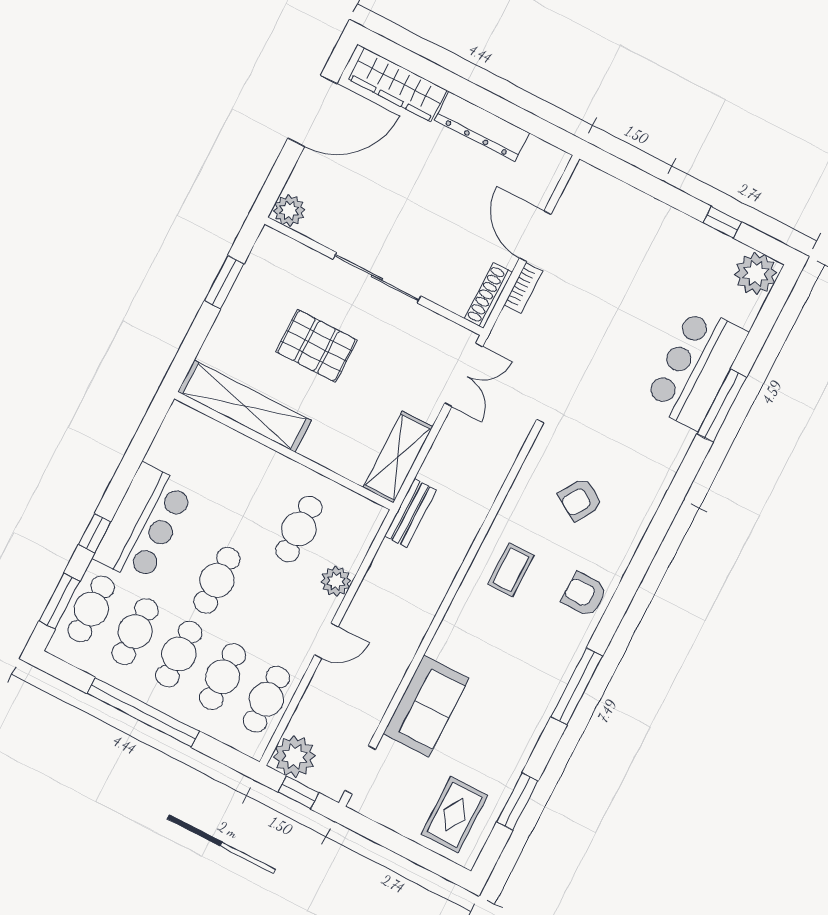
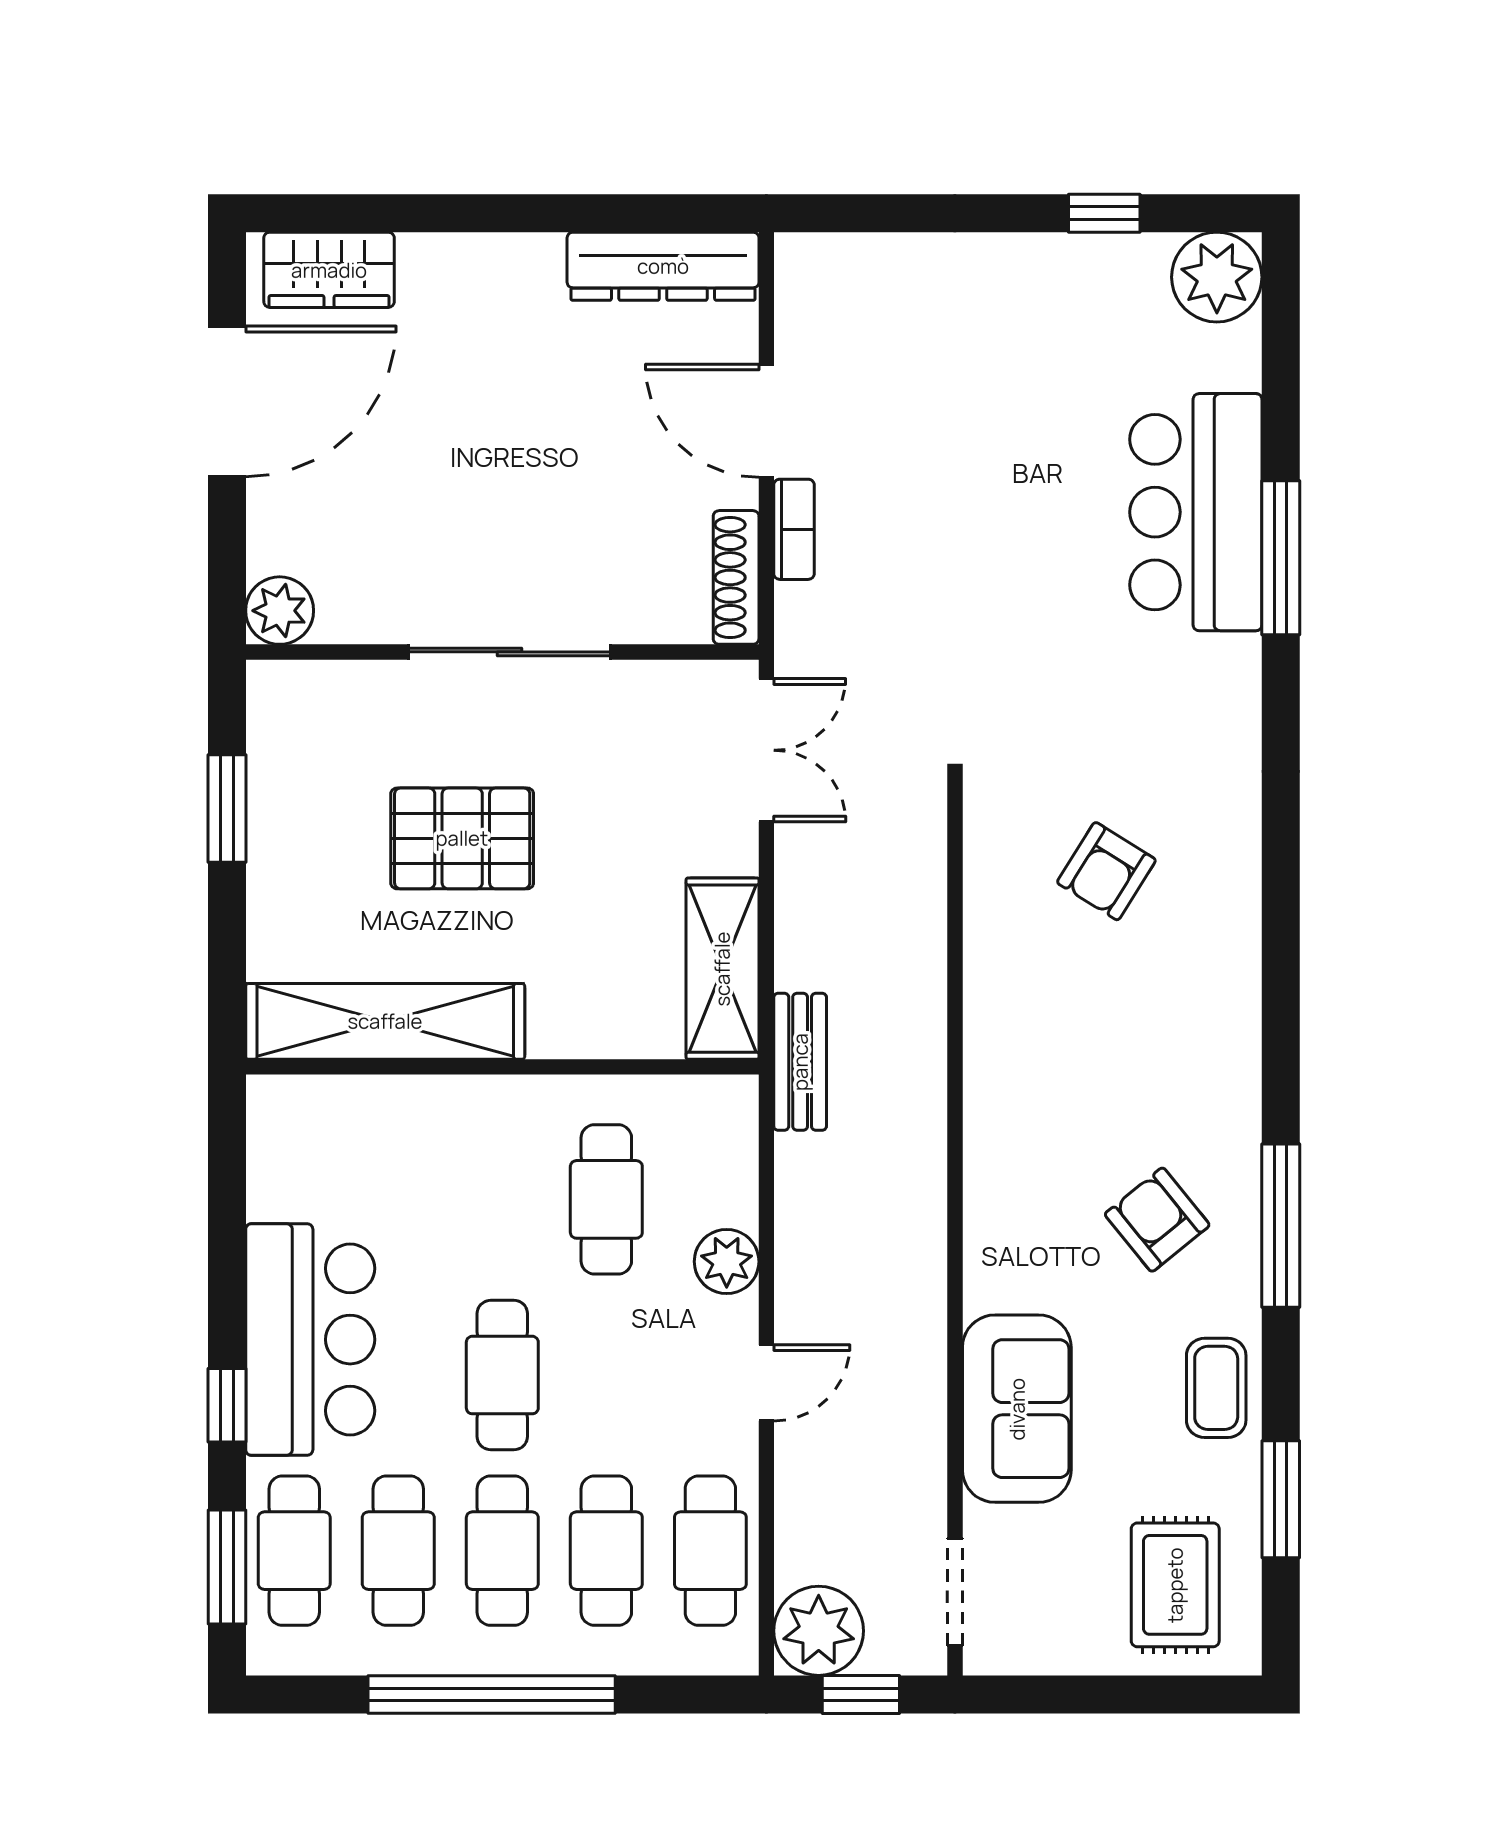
wardrobe: (398, 85) -> (329, 270), width x0.67
dresser: (482, 126) -> (663, 266), moved
coffee table: (511, 570) -> (1216, 1388), moved
armchair: (584, 594) -> (1157, 1220), moved, turned 51

